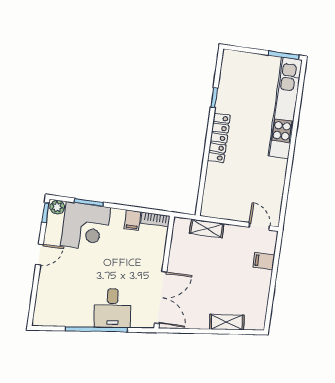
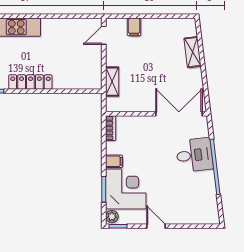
filing cabinet: (132, 220) -> (114, 161), moved

